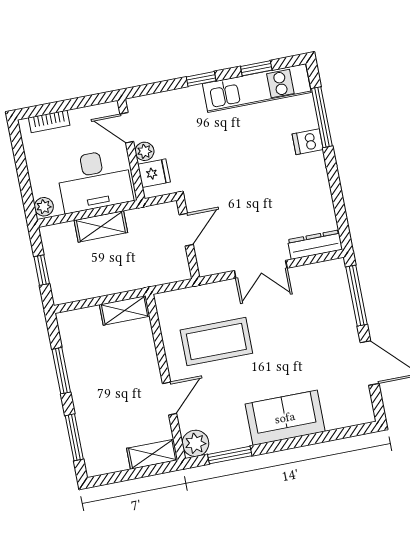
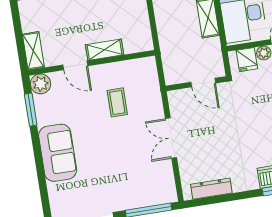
dresser: (315, 245) -> (211, 189), moved, turned -90
shelving: (125, 310) -> (105, 50), moved, turned 90
coffee table: (216, 342) -> (117, 102), width x0.54, depth x0.58

